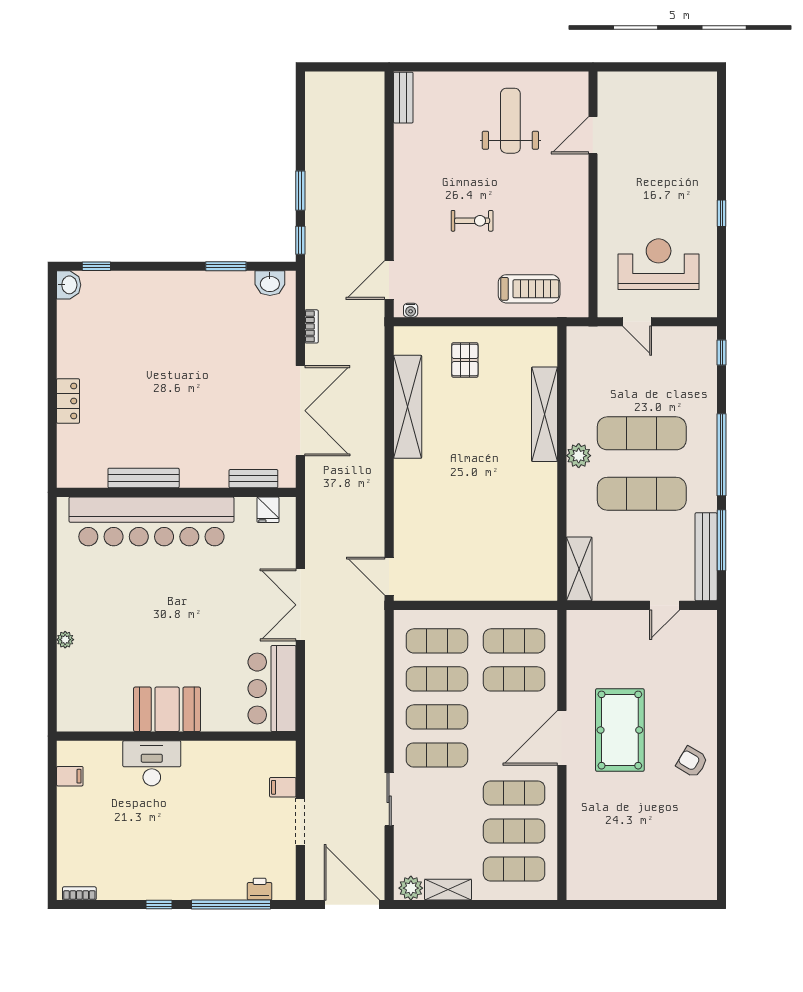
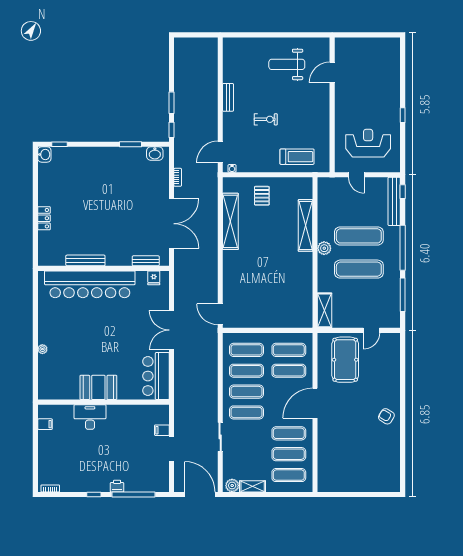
bench: (403, 98) -> (228, 97), moved
weight bench: (510, 121) -> (287, 64), turned -90
bench: (706, 557) -> (394, 201), moved
pool table: (620, 730) -> (345, 360), moved
printer: (260, 889) -> (117, 486), moved

